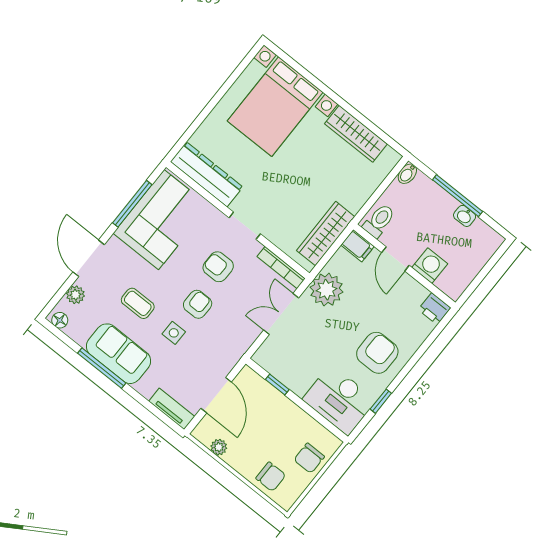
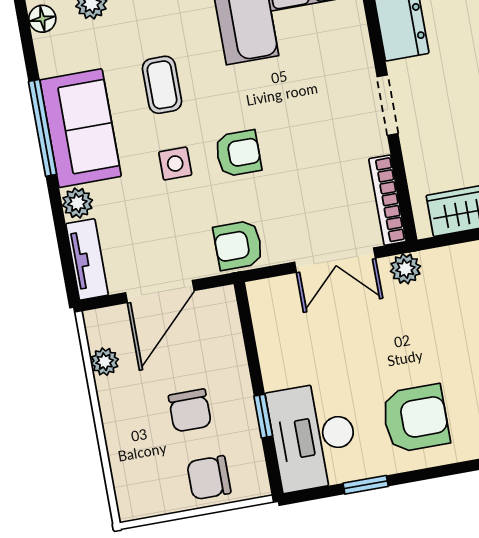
armchair: (218, 267) -> (238, 245), moved, turned -90
plant: (326, 290) -> (405, 269), width x0.53, depth x0.53
double door: (281, 314) -> (335, 260), swing flipped
window: (277, 385) -> (263, 416), moved
plant: (146, 388) -> (77, 203), added
chair: (271, 477) -> (190, 410), moved

